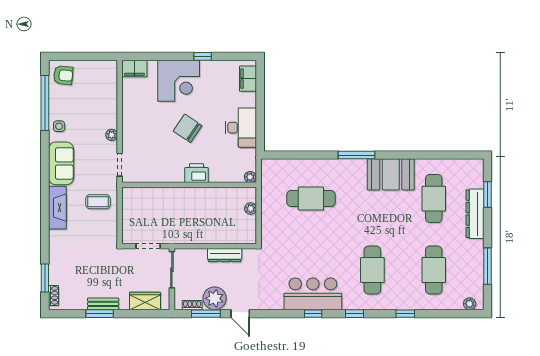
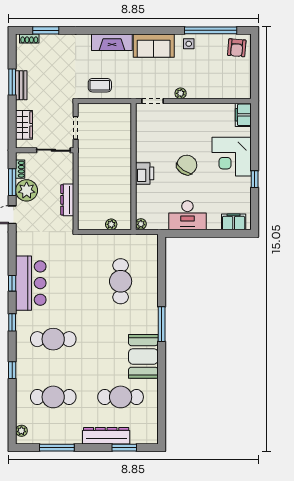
coffee table: (98, 202) -> (100, 85), moved, turned 90

